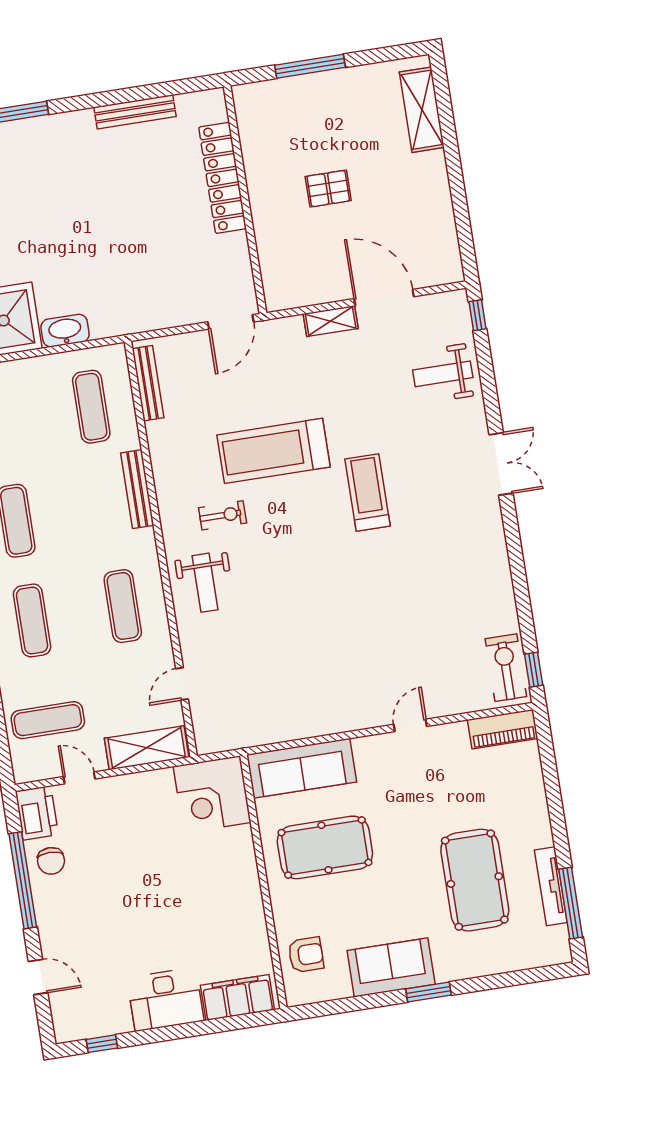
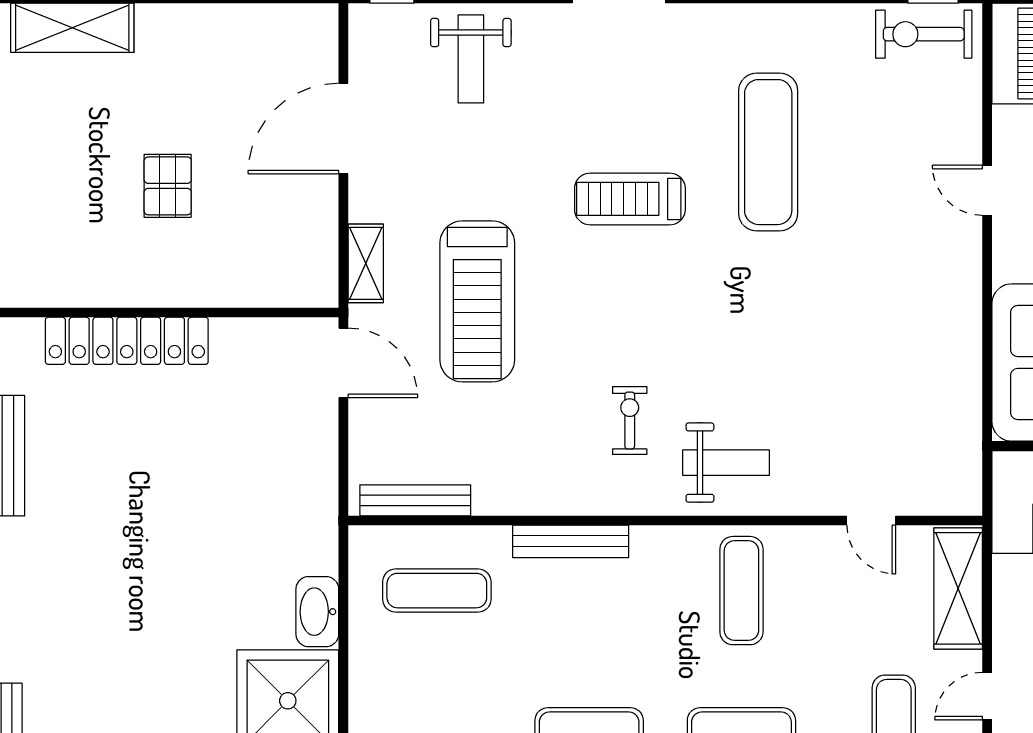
shelving: (331, 321) -> (366, 263), moved
treadmill: (274, 451) -> (477, 301), moved
exercise mat: (413, 578) -> (768, 152), added
exercise mat: (123, 606) -> (741, 591), turned 90

